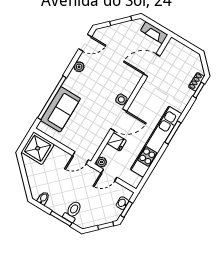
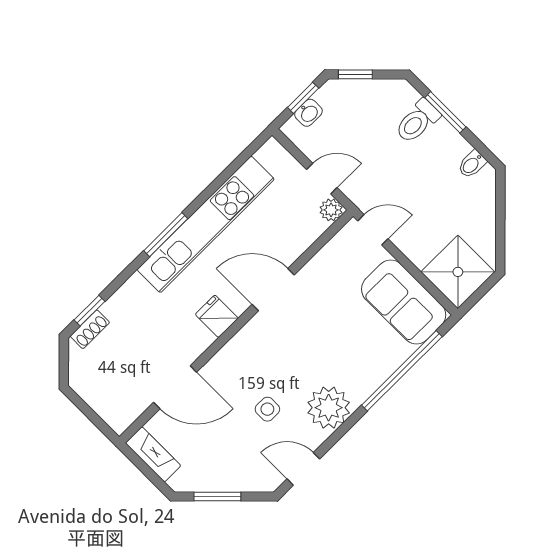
plant: (79, 67) -> (329, 408), width x1.87, depth x1.87
side table: (121, 99) -> (267, 409), moved
sofa: (61, 109) -> (404, 302), moved, turned -90
fridge: (117, 142) -> (217, 316), moved

